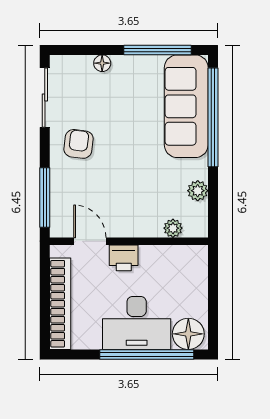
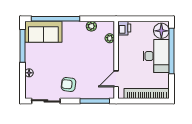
sofa: (186, 106) -> (43, 32), width x0.73
printer: (124, 258) -> (124, 28), moved

